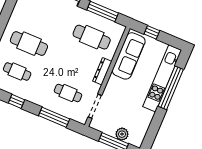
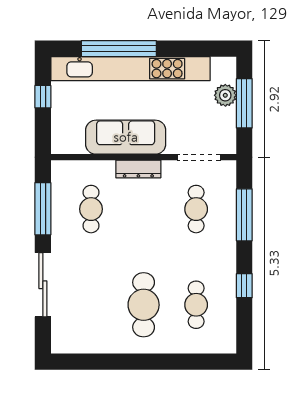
window: (152, 32) -> (43, 97), moved
cafe table: (92, 37) -> (91, 209), width x0.73, depth x0.74
sofa: (129, 56) -> (126, 137), moved
kitchen unit: (162, 78) -> (130, 69), width x1.36

